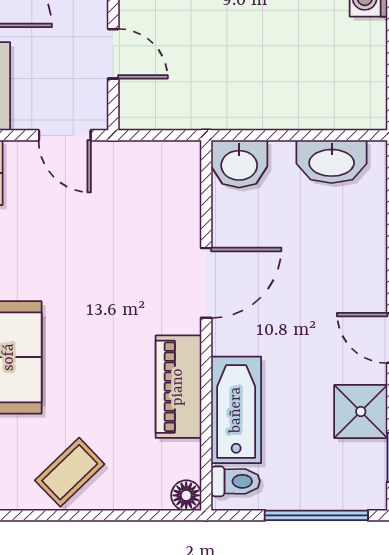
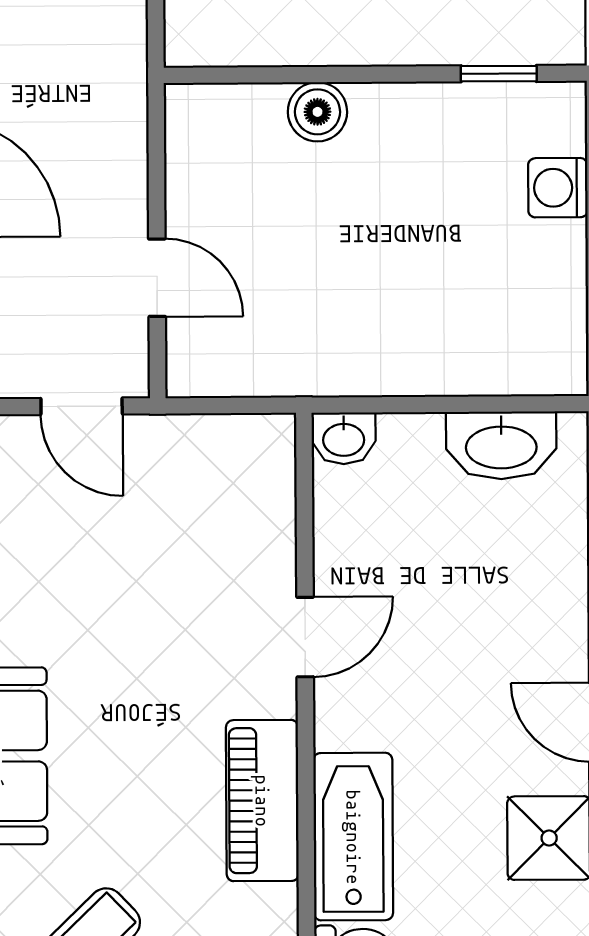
washbasin: (239, 164) -> (344, 438), width x0.72, depth x0.69
door: (206, 283) -> (305, 637), width x0.73

